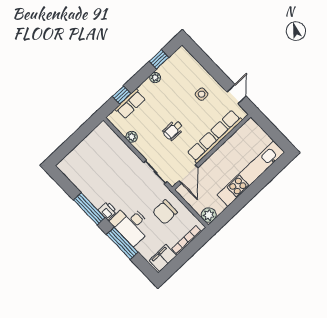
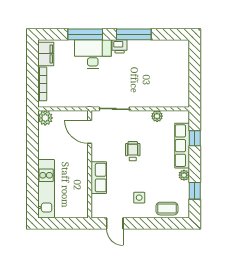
coffee table: (190, 67) -> (167, 209), added
row of seats: (130, 104) -> (182, 146), width x1.48
row of seats: (215, 136) -> (99, 178), width x0.50
kitchen unit: (251, 174) -> (46, 189), width x0.73
chair: (165, 212) -> (78, 88), removed

